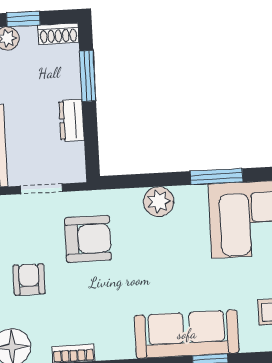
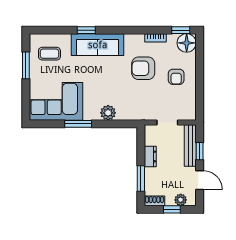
armchair: (88, 239) -> (143, 68), moved

